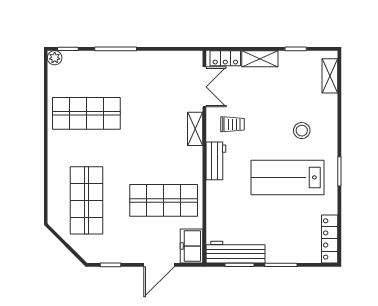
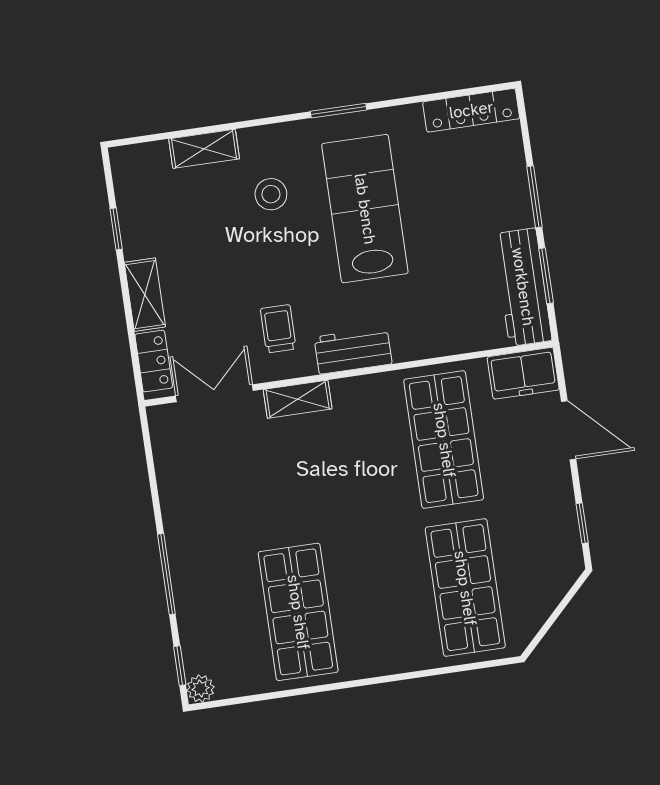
shelving: (330, 76) -> (204, 149), moved
lab bench: (287, 177) -> (365, 209), turned 180
shop shelf: (86, 200) -> (465, 588), turned 90

